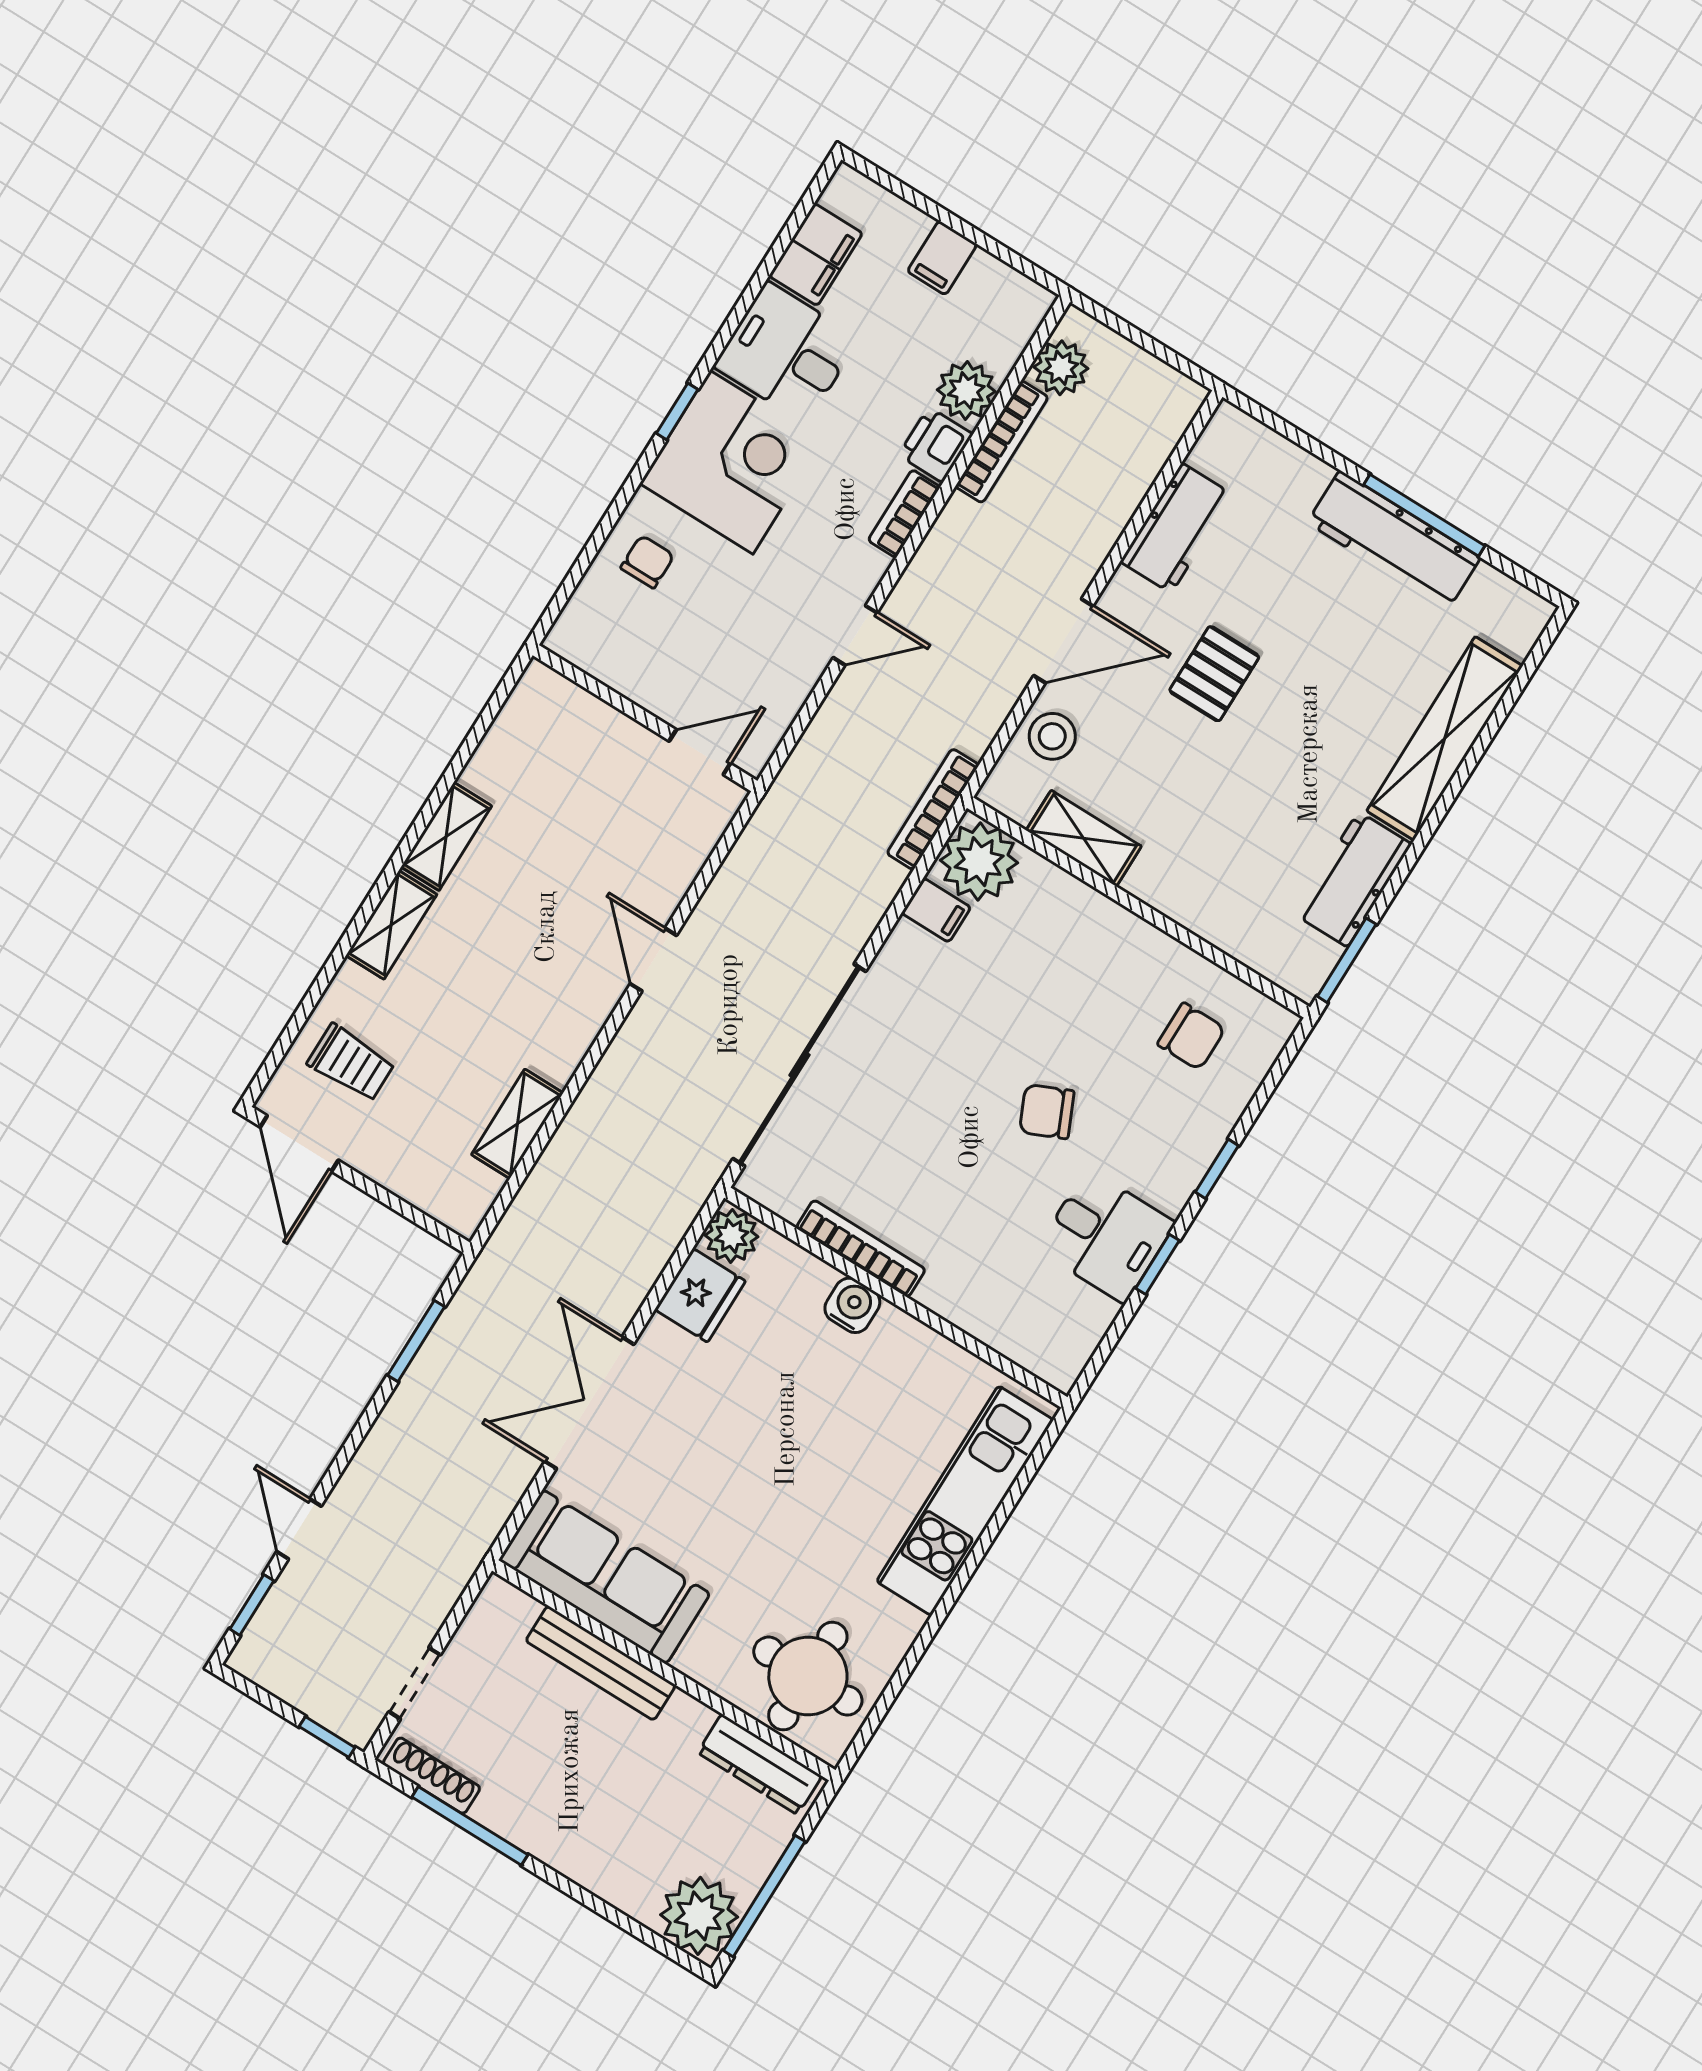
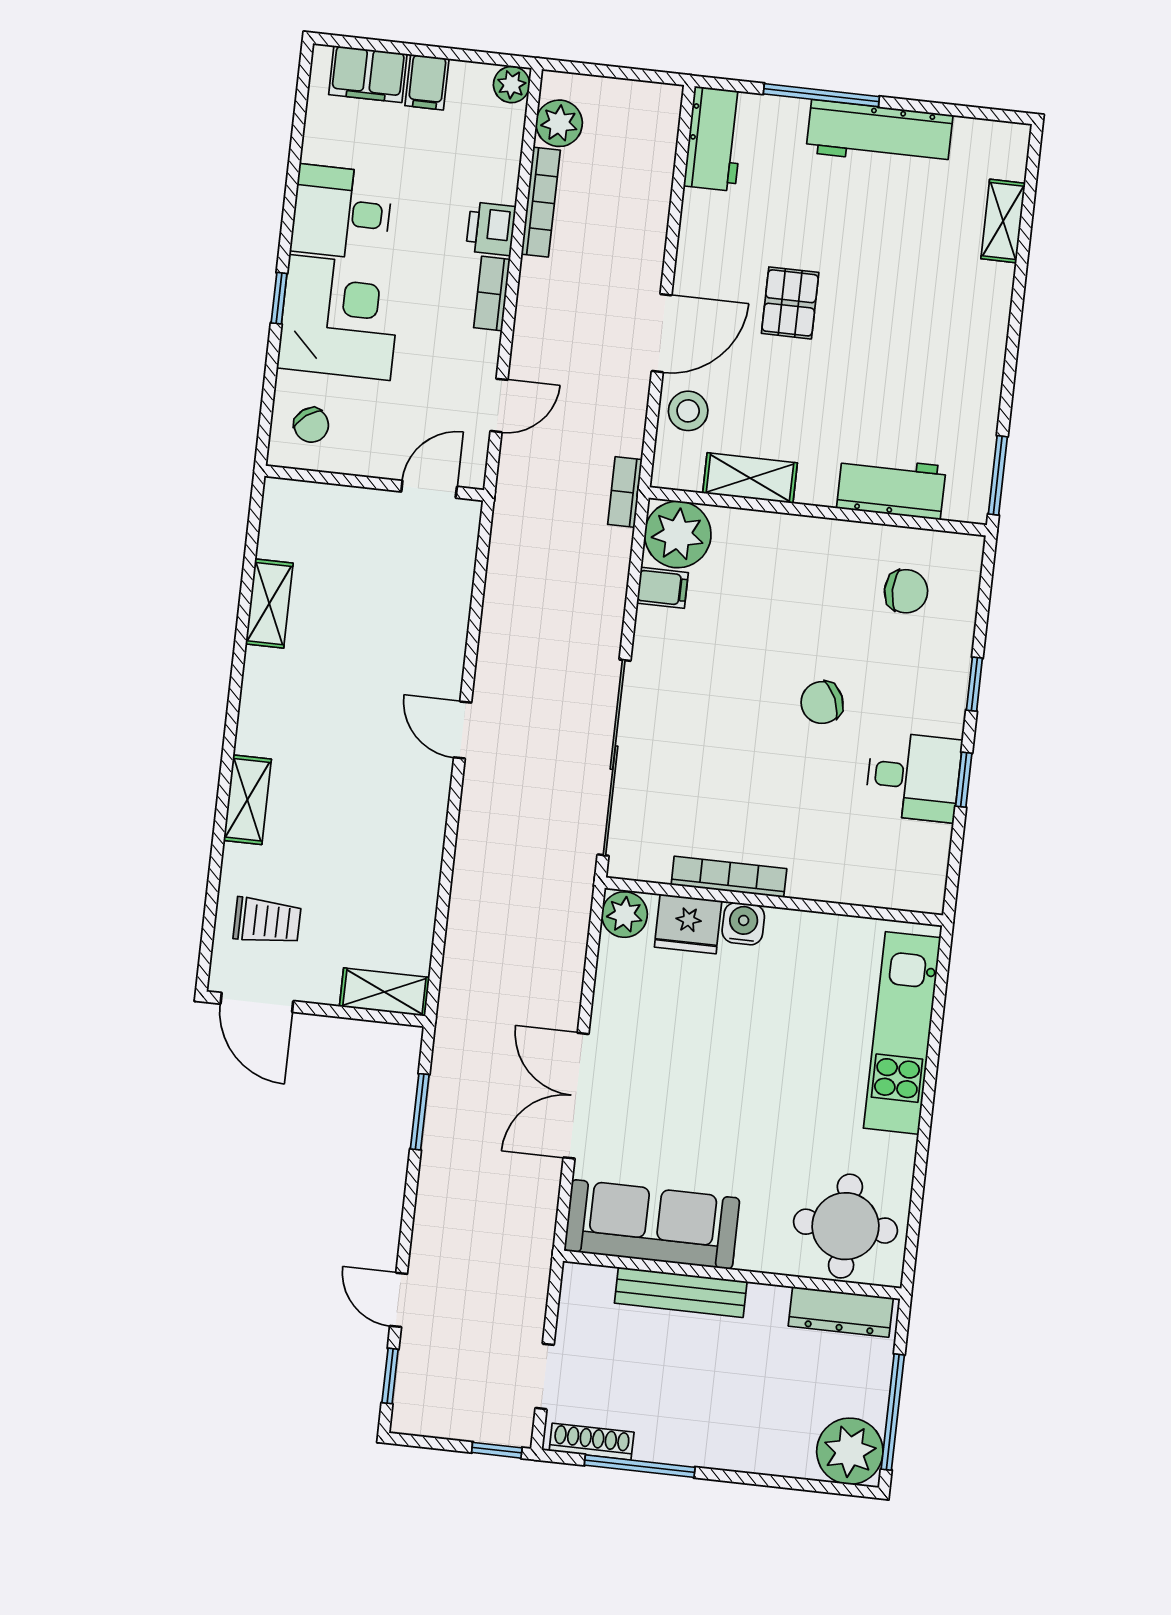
filing cabinet: (816, 255) -> (368, 74), moved, turned 90
plant: (966, 391) -> (512, 85), moved, width x0.73, depth x0.73
window: (1424, 515) -> (821, 95), moved
workbench: (1176, 528) -> (715, 139), moved
chair: (647, 562) -> (311, 425), turned 143
wall: (645, 718) -> (374, 483), moved
shelving: (1445, 738) -> (1003, 221), width x0.45, depth x0.75
door: (700, 752) -> (429, 489), moved
bookcase: (933, 809) -> (625, 492), width x0.64
shelving: (446, 836) -> (269, 604), moved
workbench: (1353, 879) -> (891, 487), moved, turned 90
shelving: (517, 1124) -> (384, 992), moved, turned 90
fridge: (700, 1295) -> (688, 924), moved, turned 90

